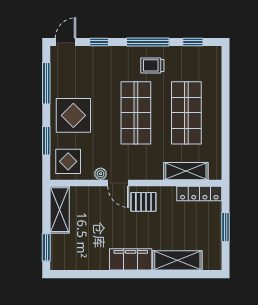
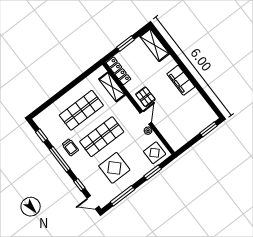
display table: (73, 115) -> (114, 168), moved
shelving: (60, 210) -> (183, 138), removed
shelving: (177, 260) -> (154, 45), moved

